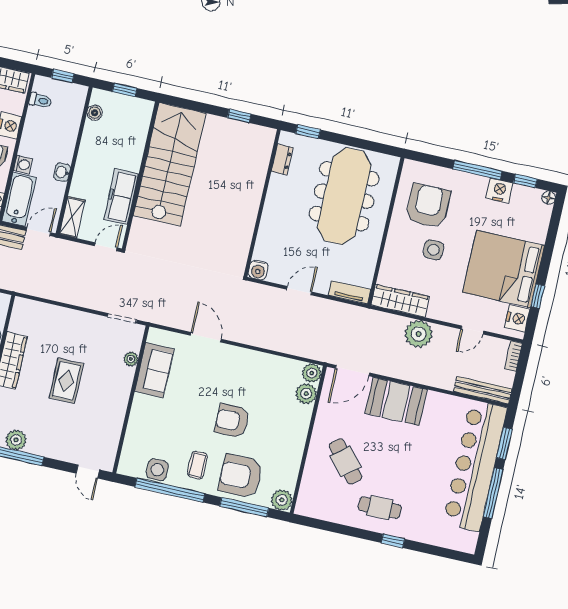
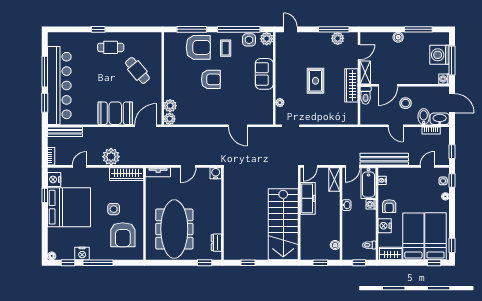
sofa: (154, 370) -> (264, 74), moved
plant: (282, 500) -> (267, 39), moved

